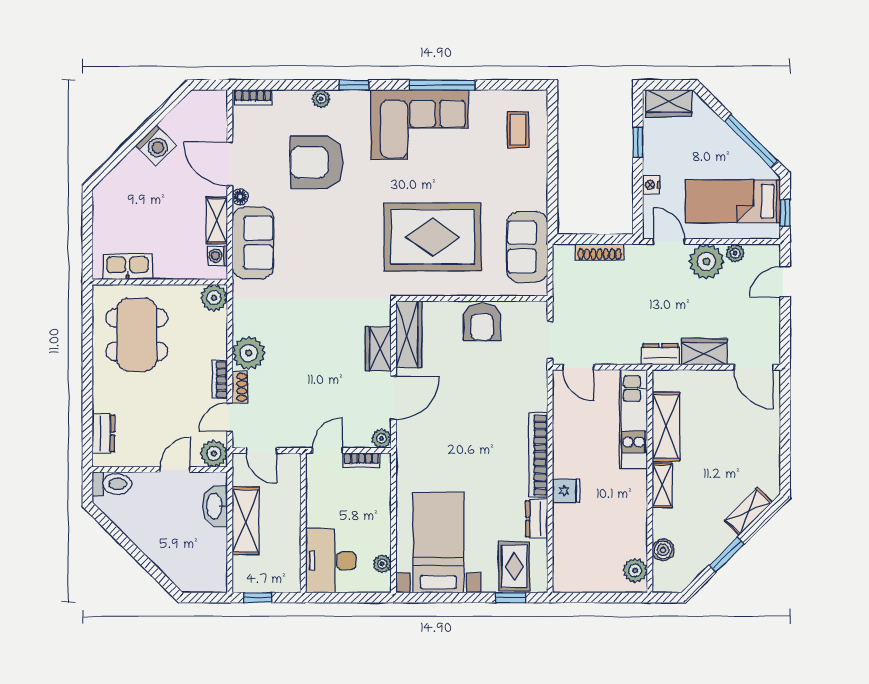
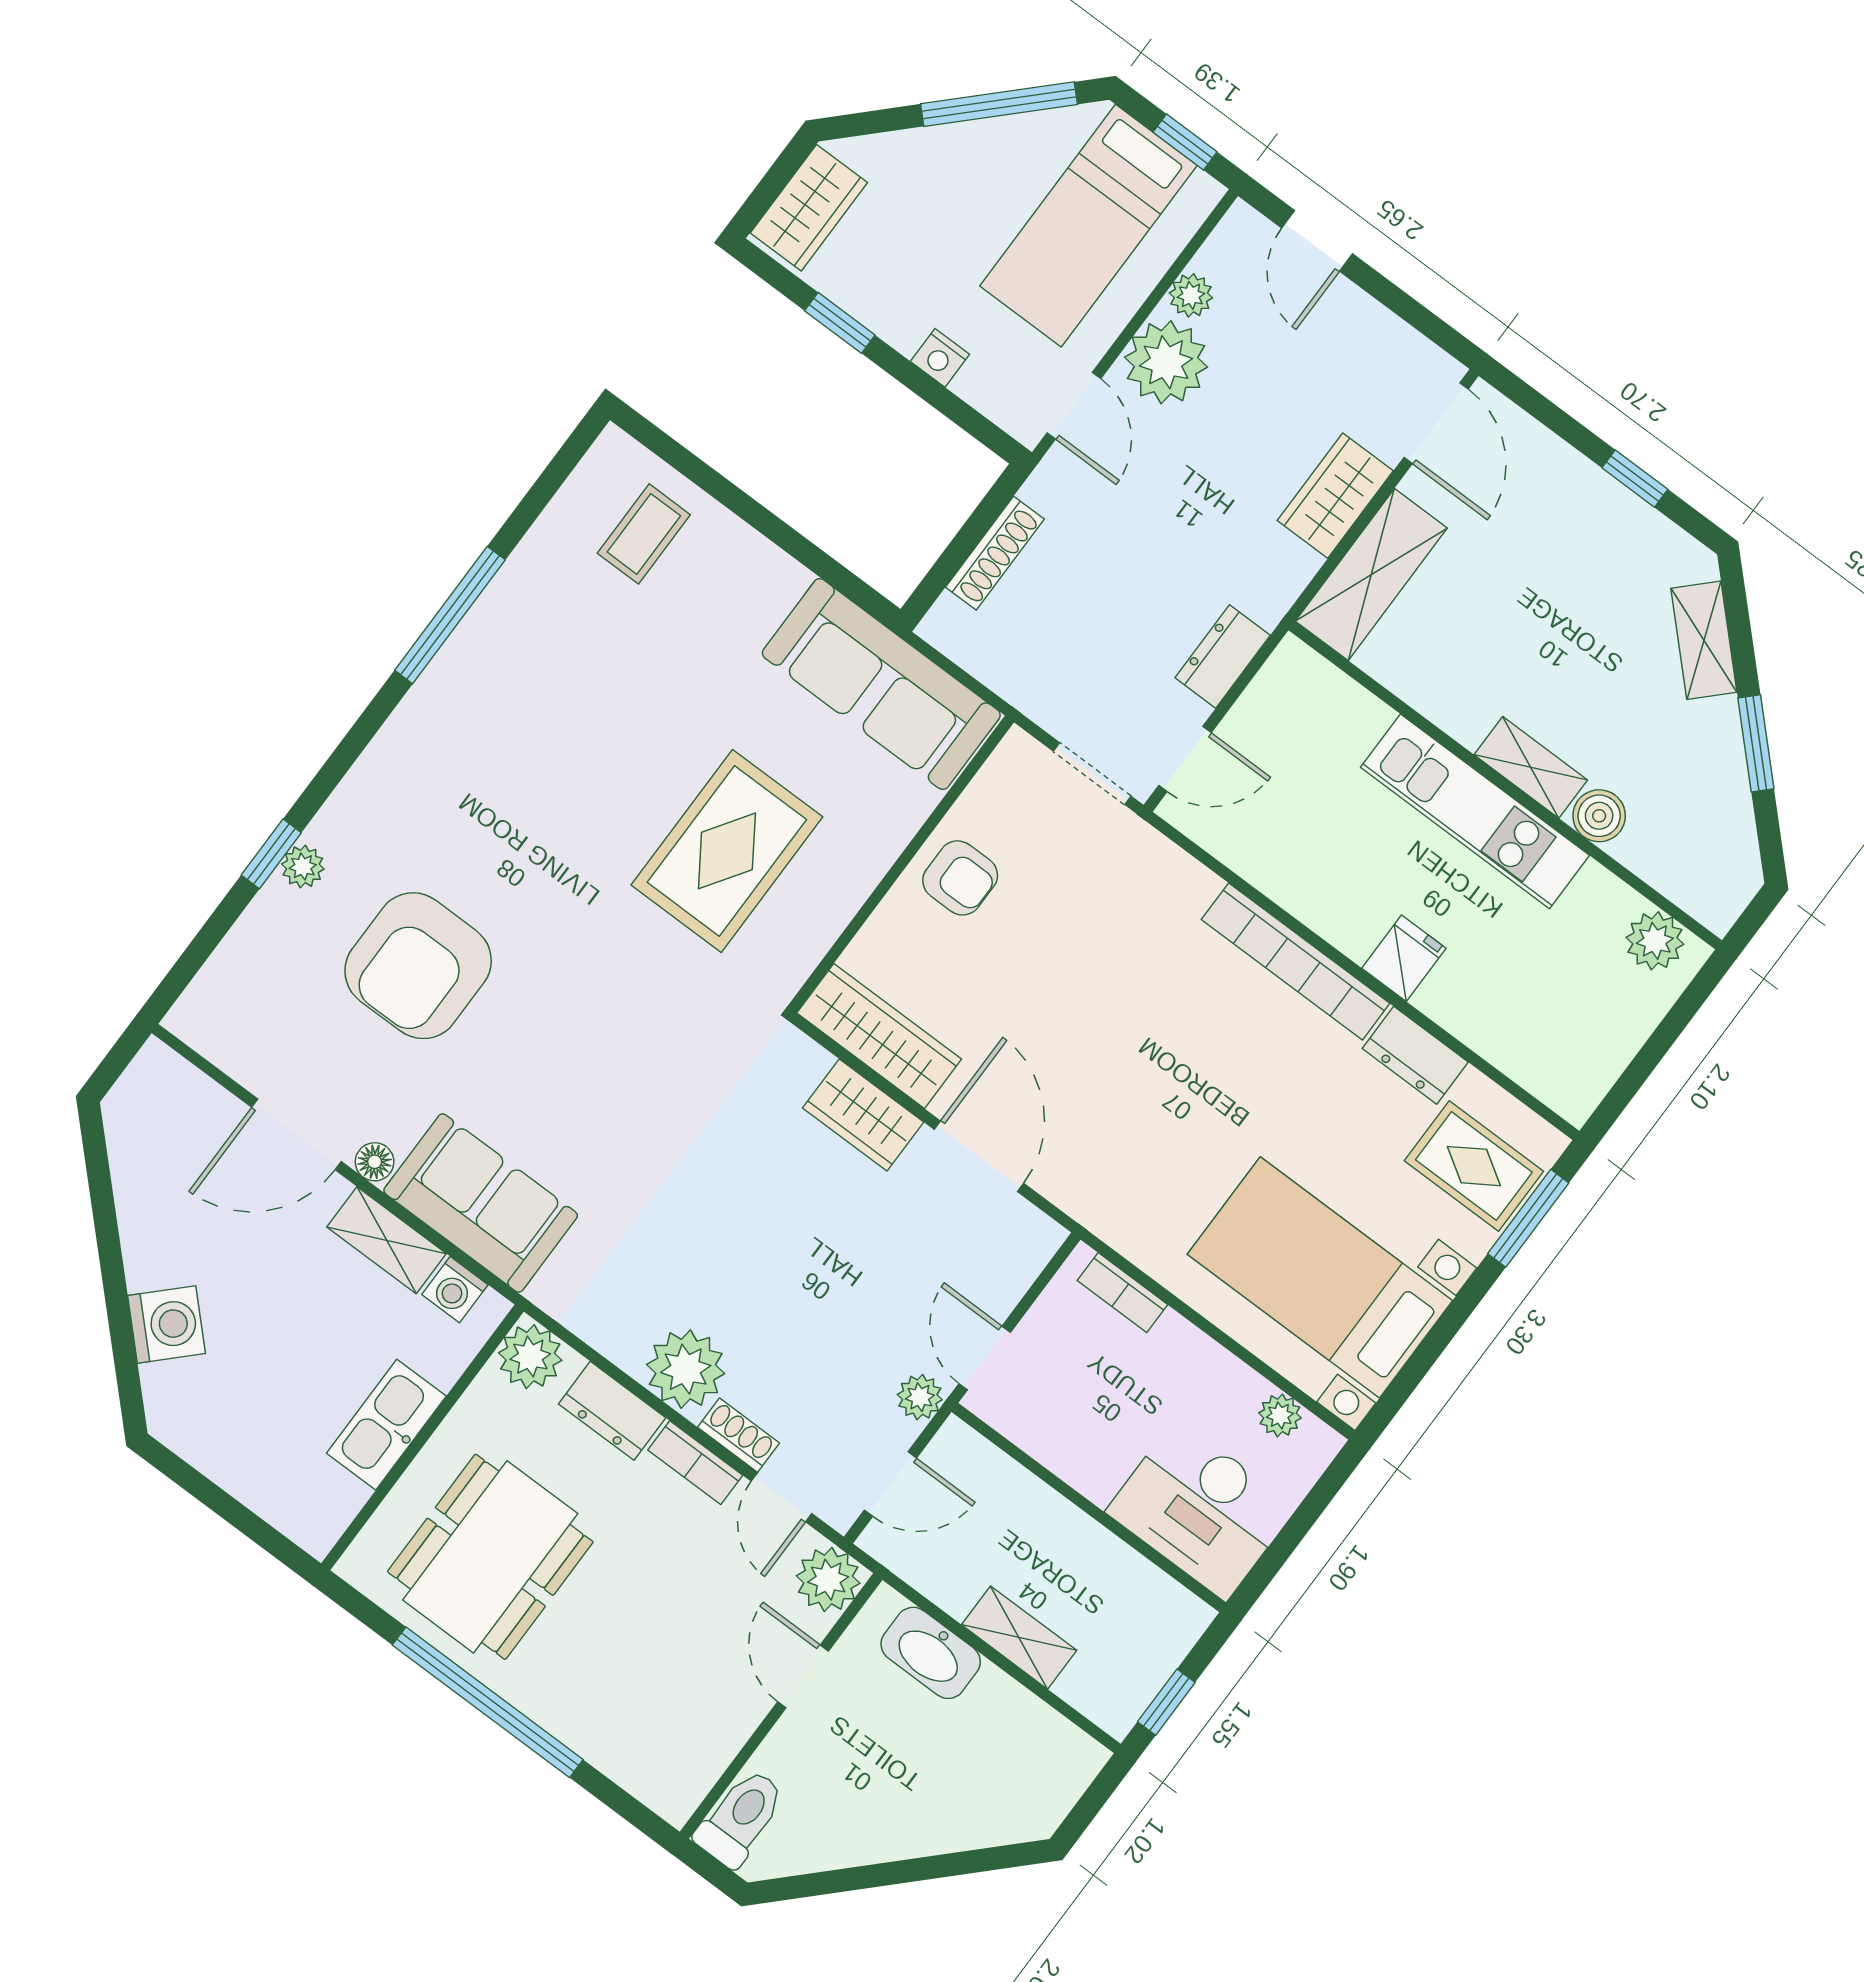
window: (354, 85) -> (271, 854), moved
bookcase: (253, 97) -> (203, 994), removed
corner sofa: (419, 125) -> (493, 715), removed
coffee table: (518, 130) -> (644, 534), turned 90
washing machine: (156, 146) -> (166, 1325), moved
rug: (433, 237) -> (727, 851), width x0.73, depth x0.69
door: (669, 242) -> (1074, 406), swing flipped
sofa: (527, 247) -> (881, 684), width x1.36
kitchen sink: (128, 267) -> (386, 1425), moved
armchair: (482, 322) -> (960, 878), width x0.72, depth x0.72
dining table: (137, 335) -> (490, 1557), turned 90
dresser: (660, 354) -> (1223, 657), moved
door: (754, 367) -> (1436, 423), hinge flipped
window: (87, 370) -> (488, 1702), added
kitchen unit: (633, 419) -> (1475, 811), moved
shelving: (666, 427) -> (1371, 575), moved, turned 90
dresser: (103, 434) -> (612, 1411), moved, turned 180
plant: (382, 438) -> (920, 1397), moved
window: (785, 448) -> (1635, 479), added
bookcase: (361, 460) -> (1122, 1293), moved, turned 90
shelving: (246, 521) -> (1019, 1638), width x0.67, depth x0.75
boiler: (663, 550) -> (1599, 816), moved
window: (510, 598) -> (1528, 1218), width x1.50

